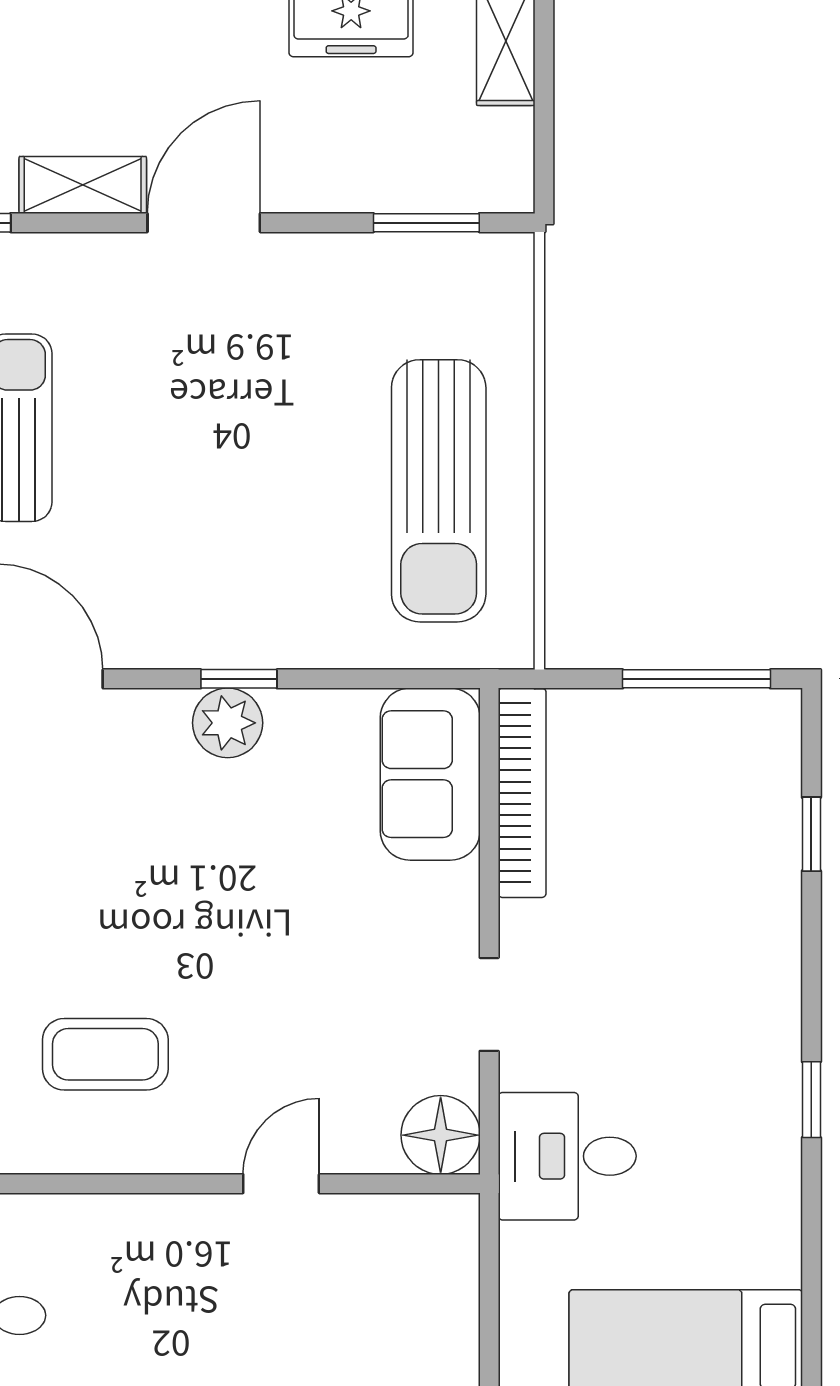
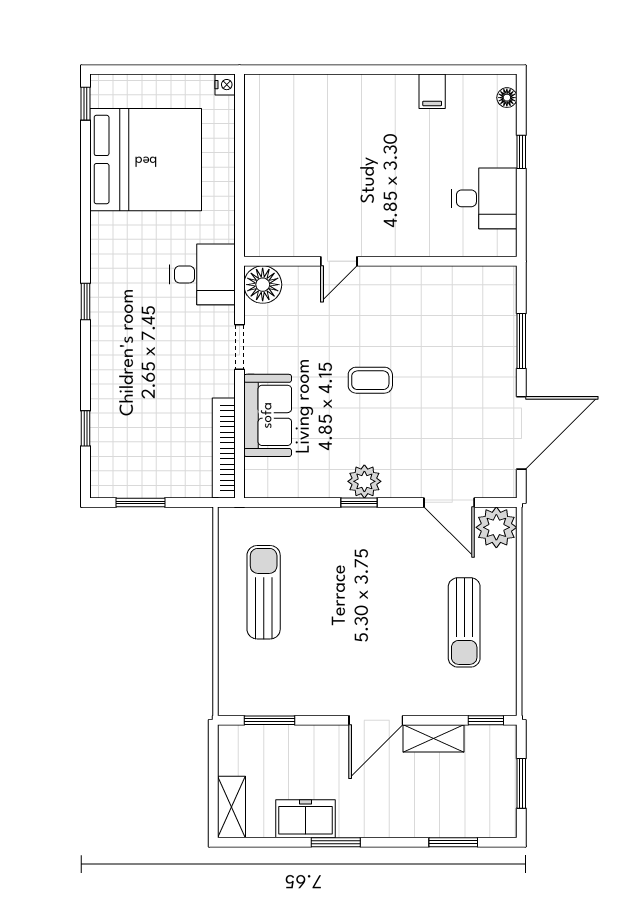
sun lounger: (439, 491) -> (264, 592), width x0.73, depth x0.75
window: (696, 679) -> (140, 502), width x0.69
sofa: (430, 774) -> (268, 415), moved
coffee table: (105, 1054) -> (370, 380), moved, width x0.73, depth x0.77

